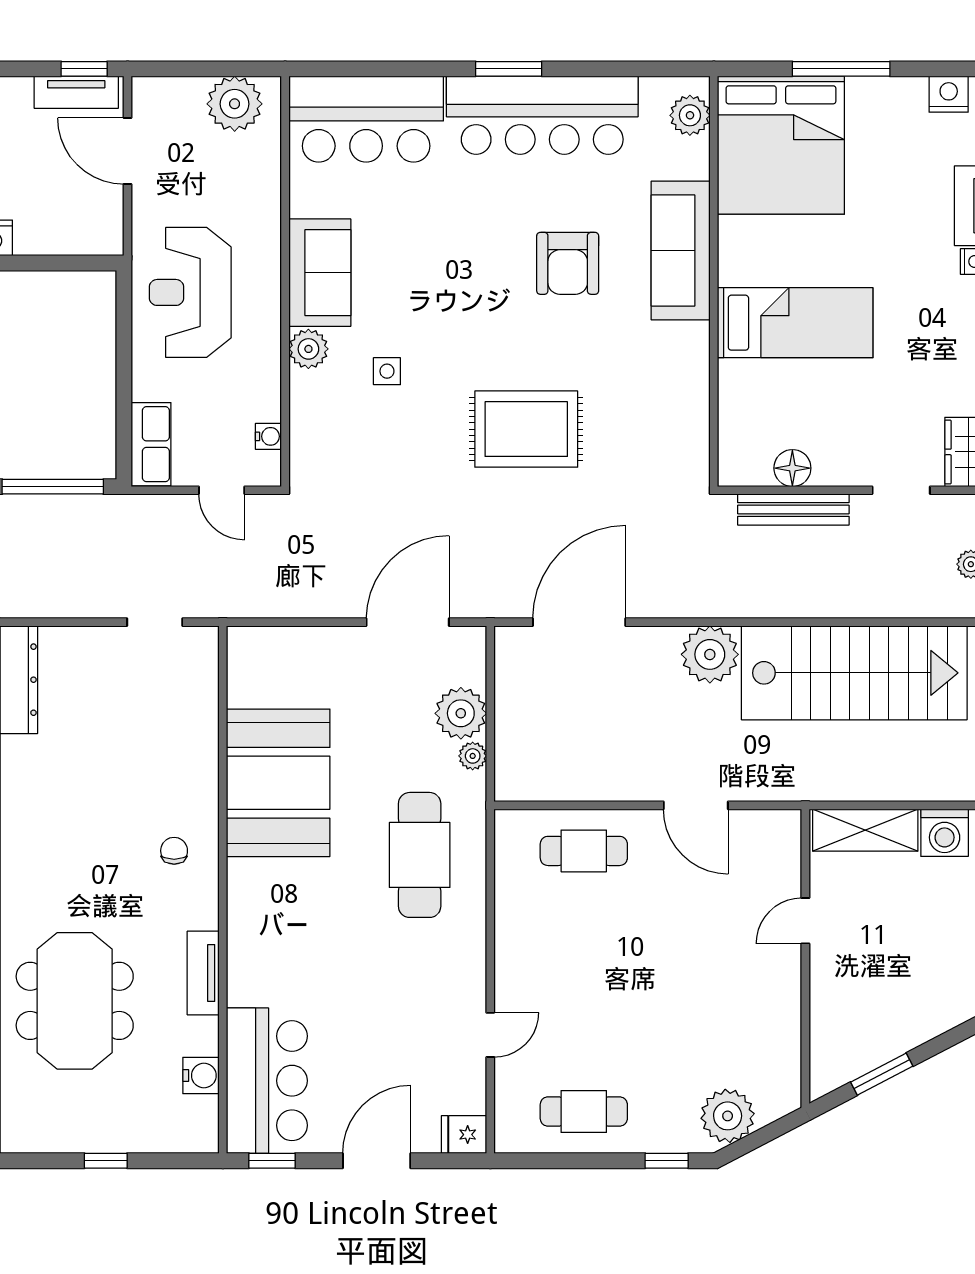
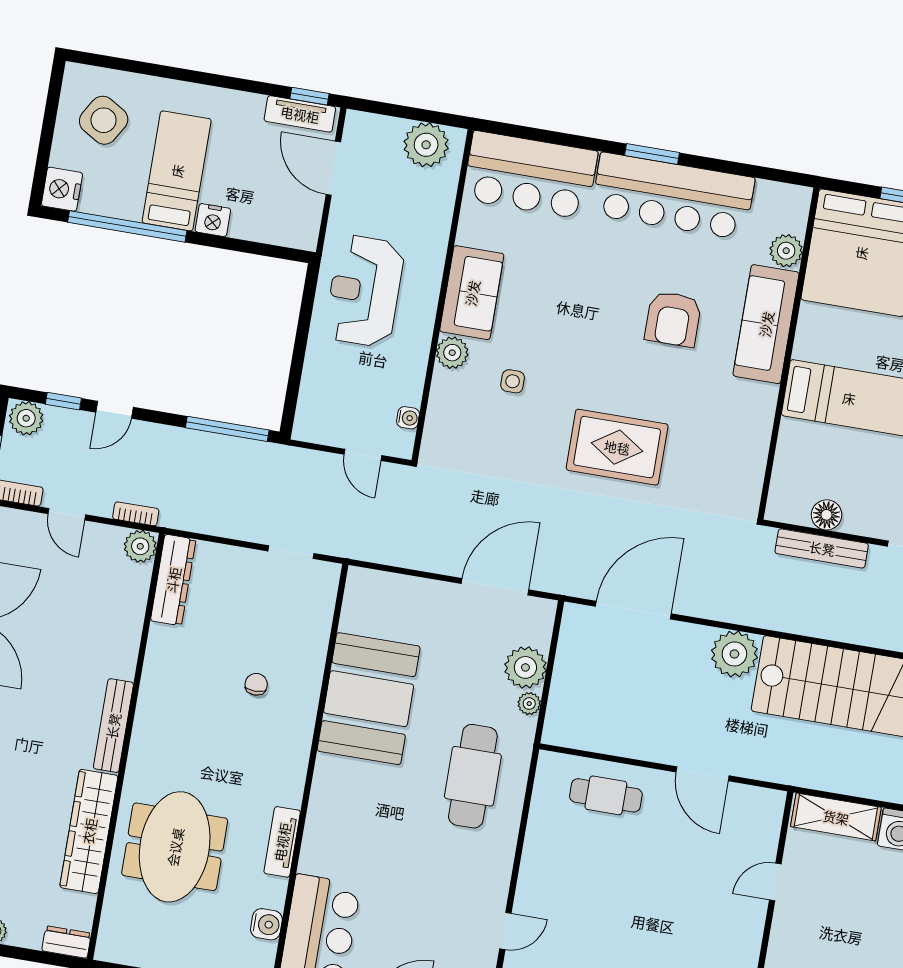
plant: (690, 115) -> (786, 251), moved
row of seats: (151, 444) -> (312, 408), removed
chair: (174, 851) -> (256, 684), moved

